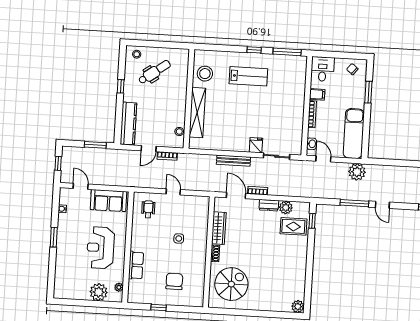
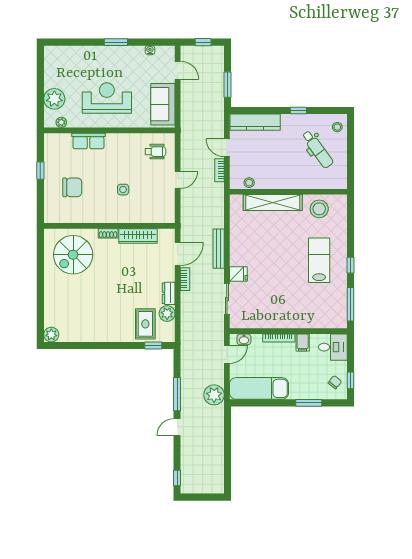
window: (352, 56) -> (351, 380), added
lab bench: (248, 76) -> (319, 260), turned 180
door: (81, 186) -> (178, 70), hinge flipped
spiral stairs: (231, 284) -> (73, 255), turned 90

